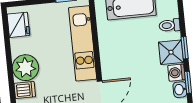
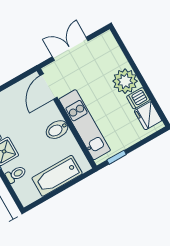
bidet: (111, 50) -> (57, 130), added
dishwasher: (25, 90) -> (138, 98), moved

